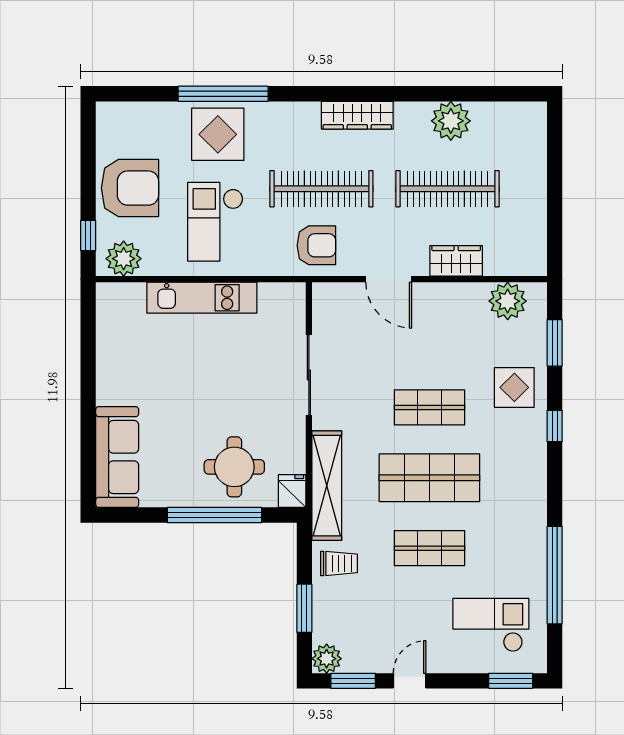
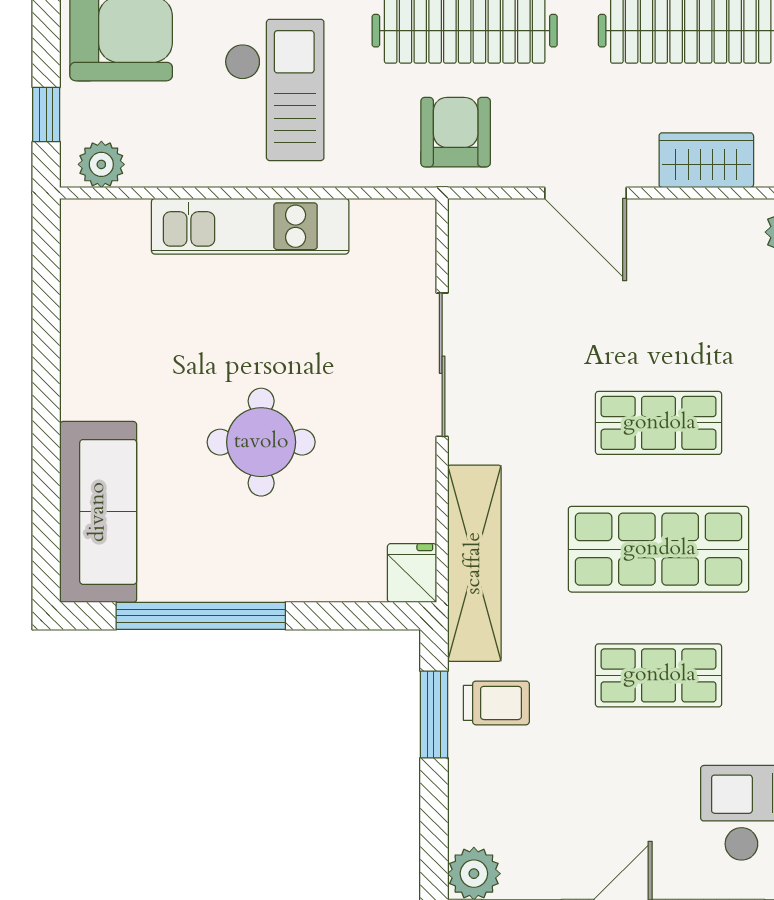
checkout: (215, 222) -> (274, 90), turned 180
armchair: (316, 245) -> (456, 132), turned -90
plant: (124, 259) -> (101, 164), width x0.73, depth x0.73
round table: (234, 467) -> (261, 442), moved
window: (214, 515) -> (201, 616), moved
window: (304, 608) -> (434, 714), moved

